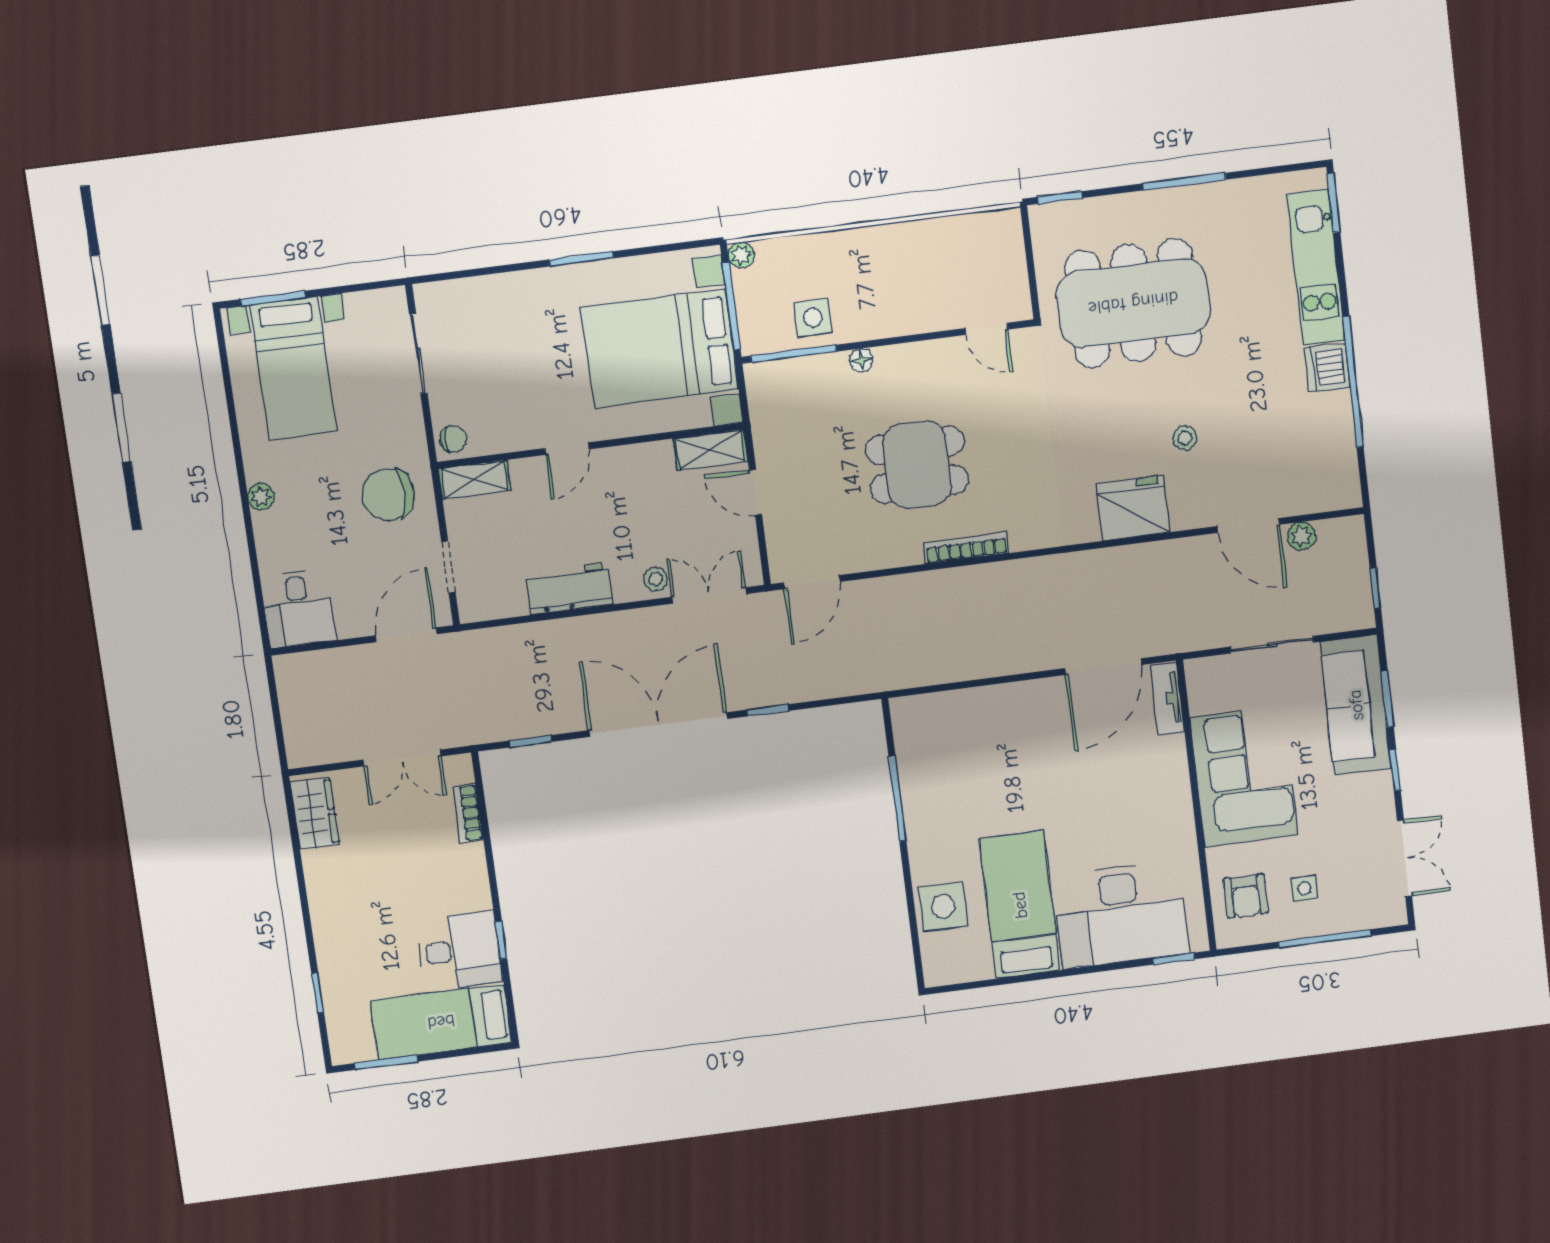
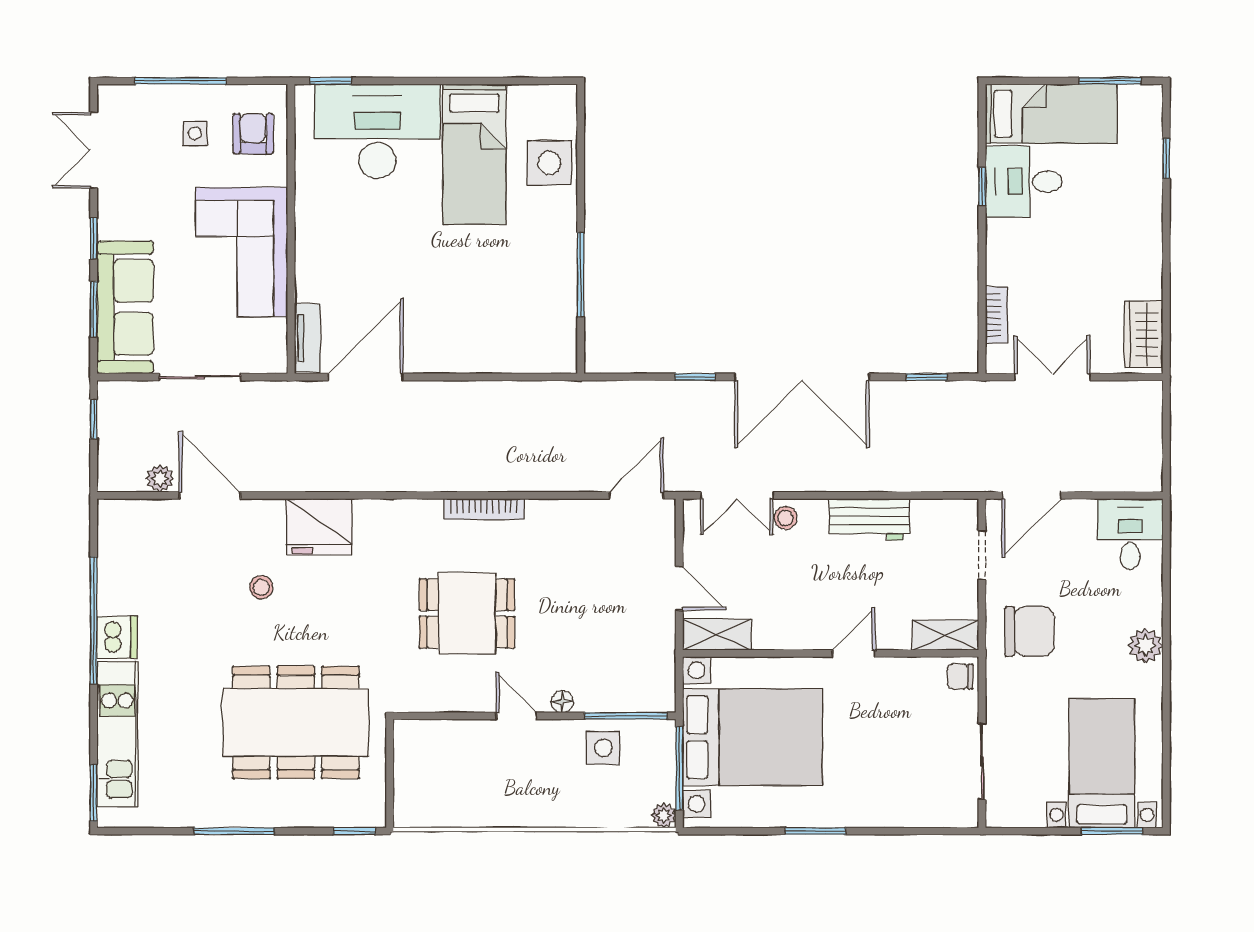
door: (986, 329) -> (516, 716), moved
dining table: (917, 465) -> (467, 613), moved
plant: (261, 497) -> (1146, 645), width x1.38, depth x1.38

